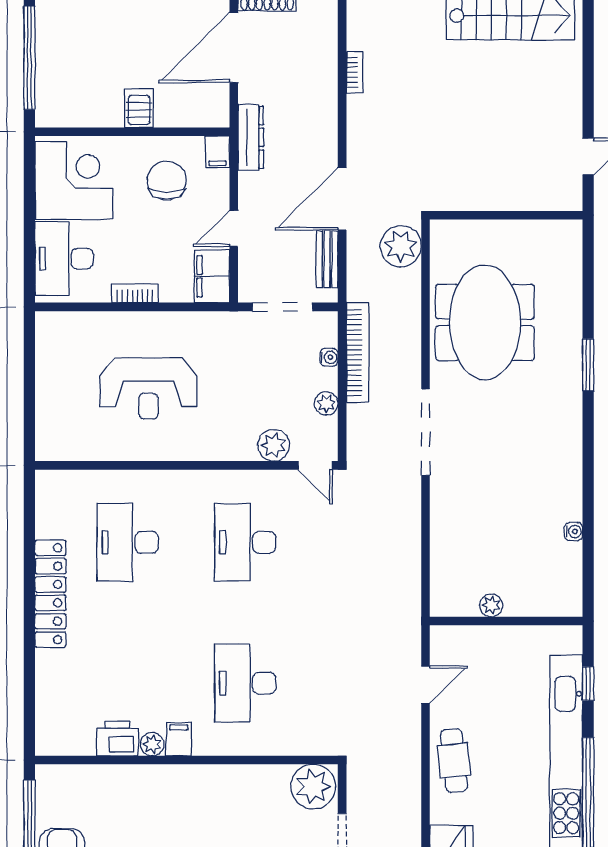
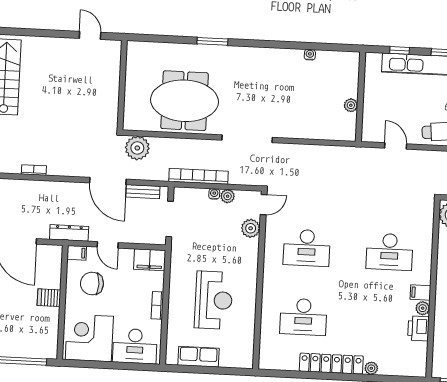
door: (234, 228) -> (108, 245), moved
water cooler: (329, 357) -> (214, 194), moved
row of seats: (51, 367) -> (199, 357), added
plant: (46, 662) -> (371, 368), added

